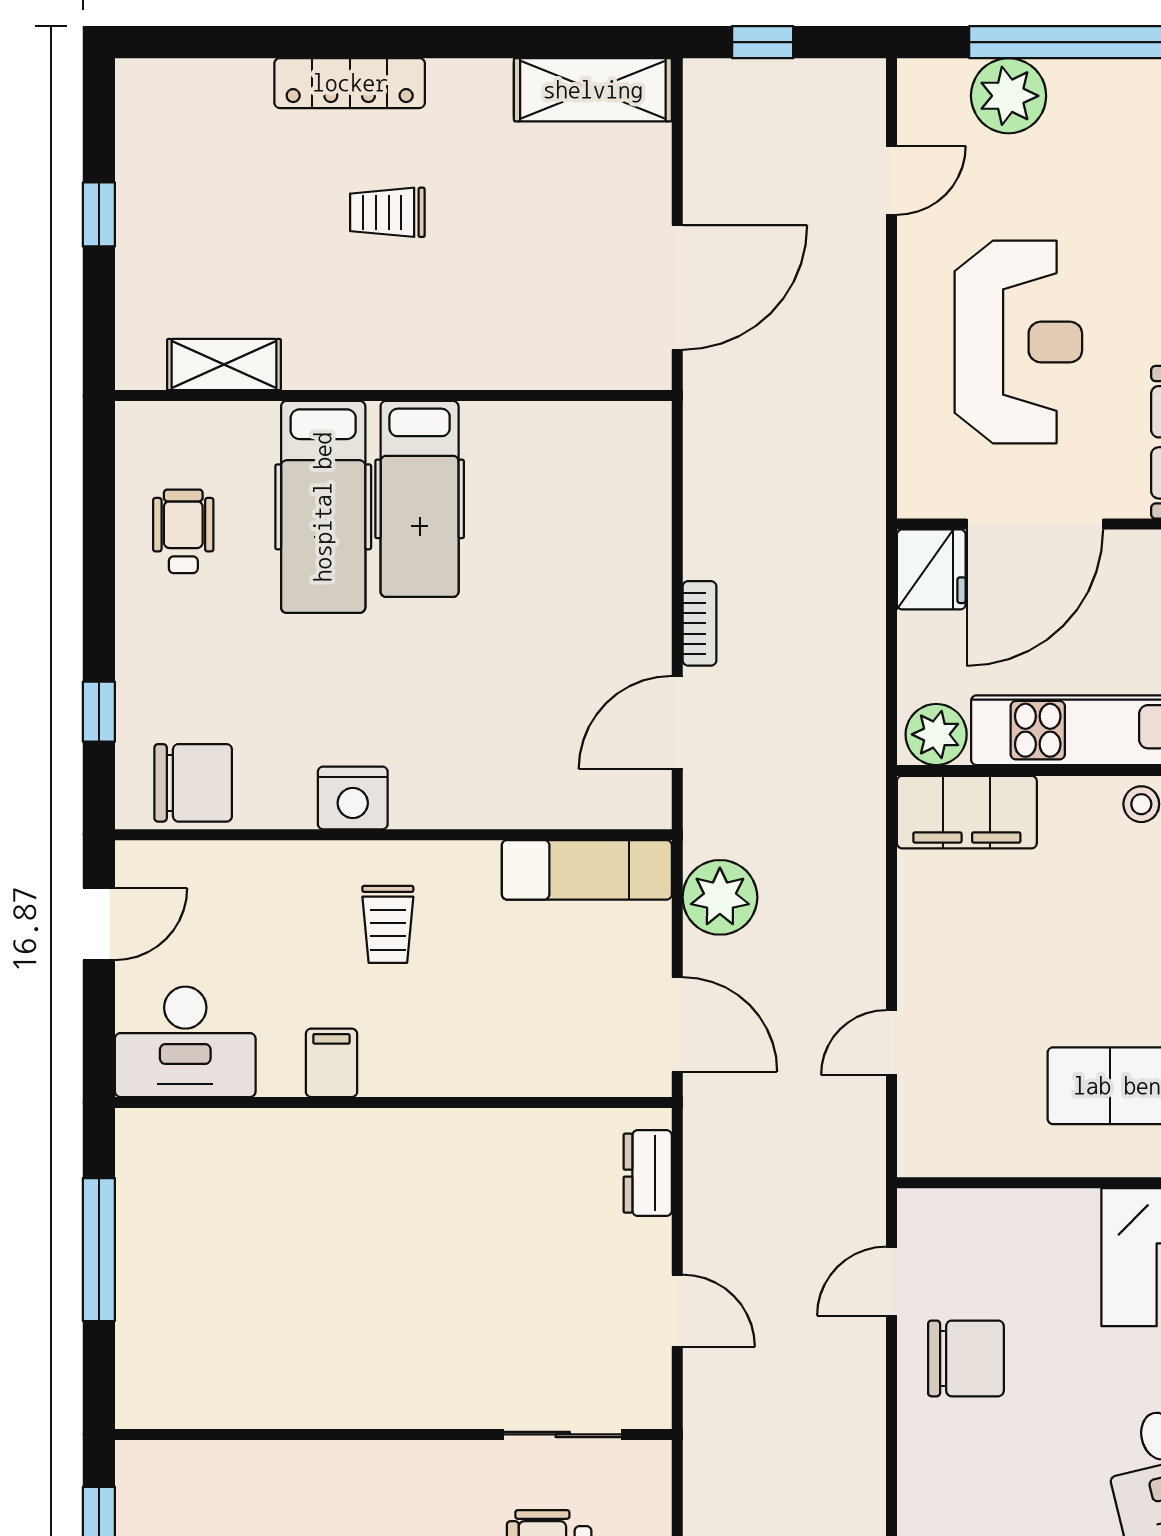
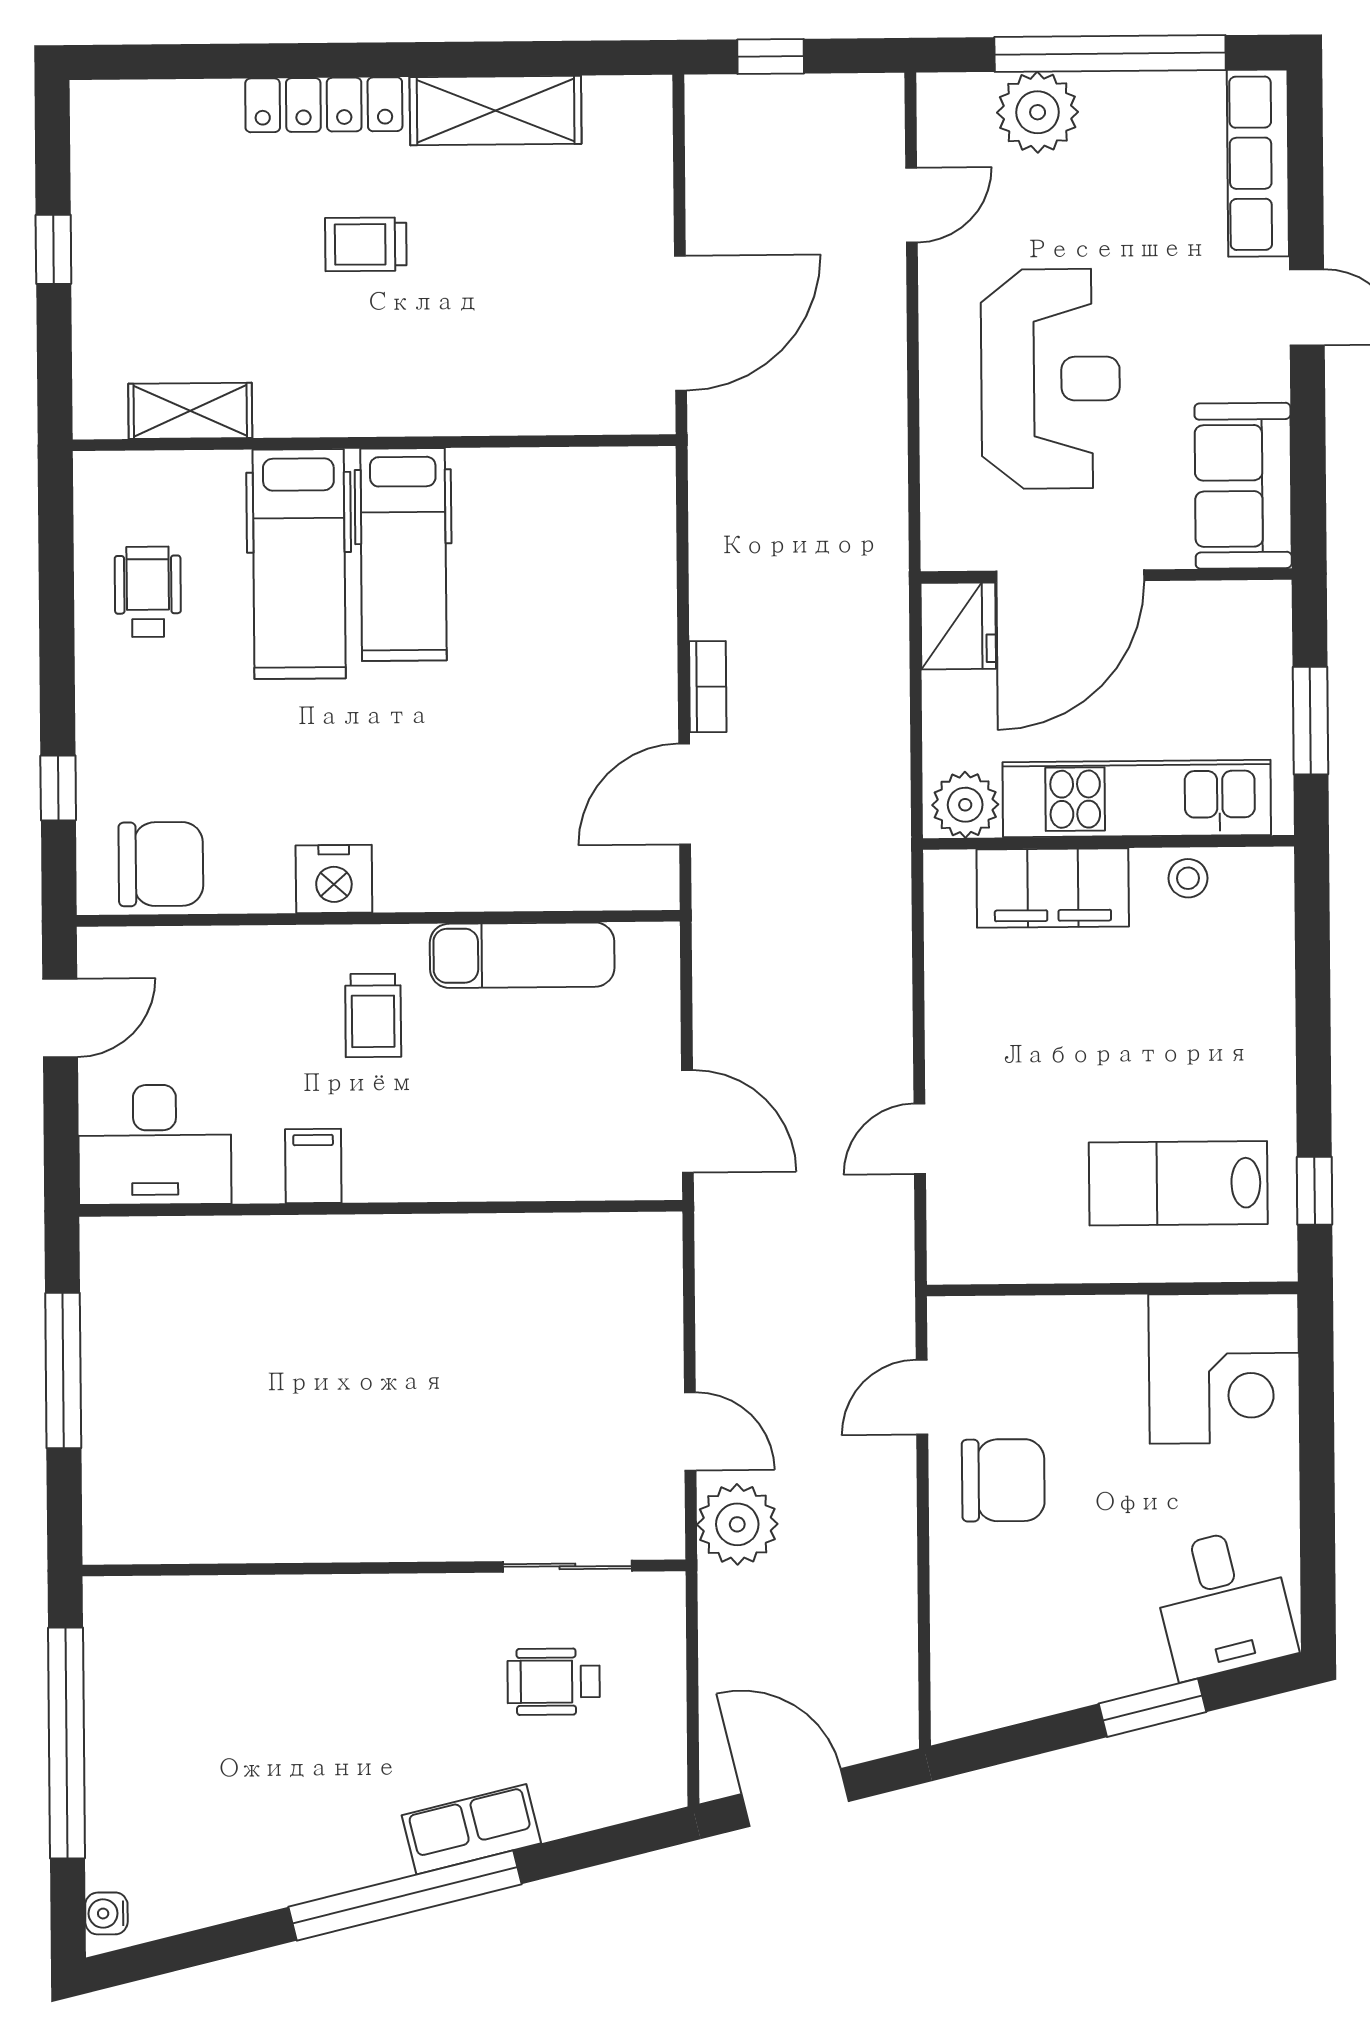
shelving: (593, 90) -> (496, 111), moved
filing cabinet: (967, 812) -> (1053, 888), moved
exam couch: (587, 870) -> (522, 955), moved
plant: (720, 897) -> (737, 1524), moved
dresser: (648, 1173) -> (657, 1282), removed

